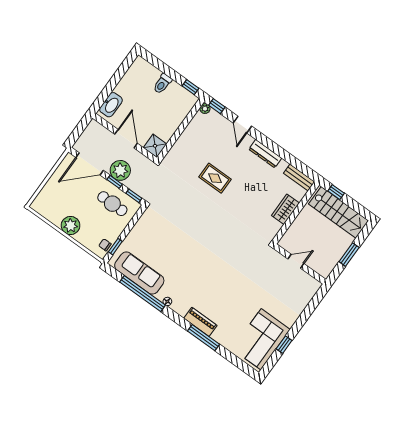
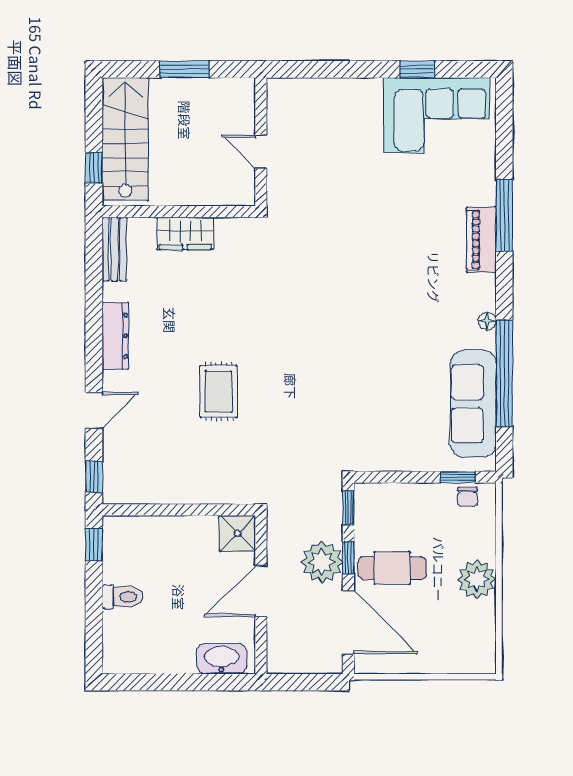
plant: (205, 109) -> (113, 494), removed
cafe table: (112, 204) -> (392, 568), moved, turned 90

